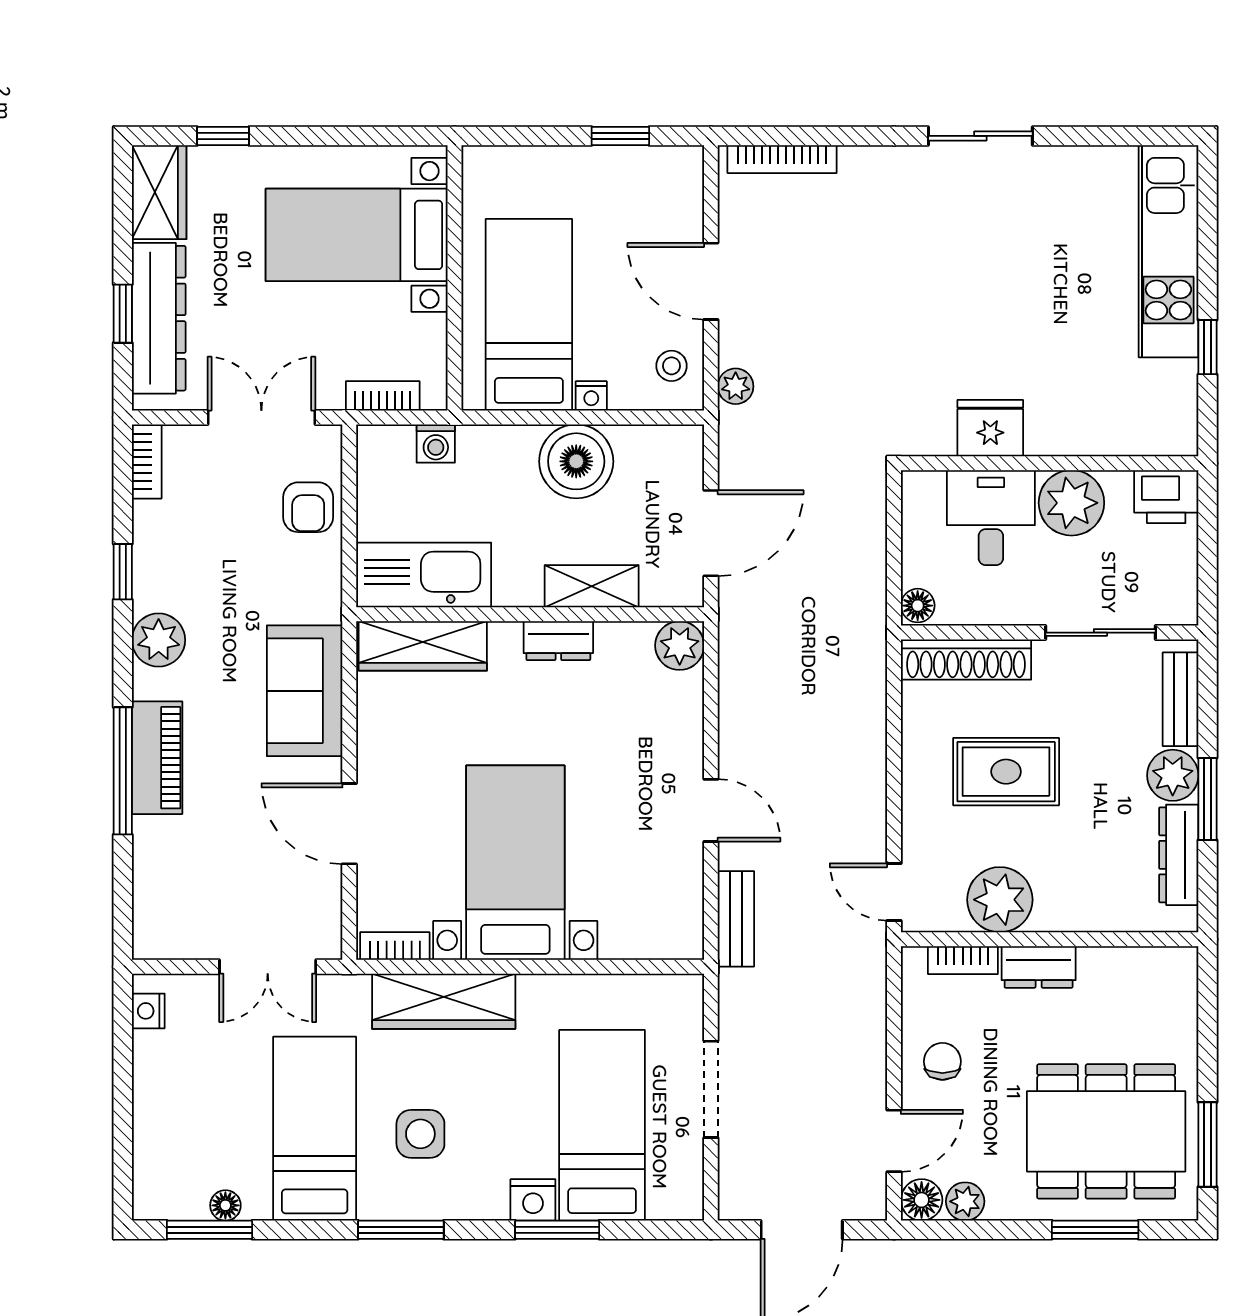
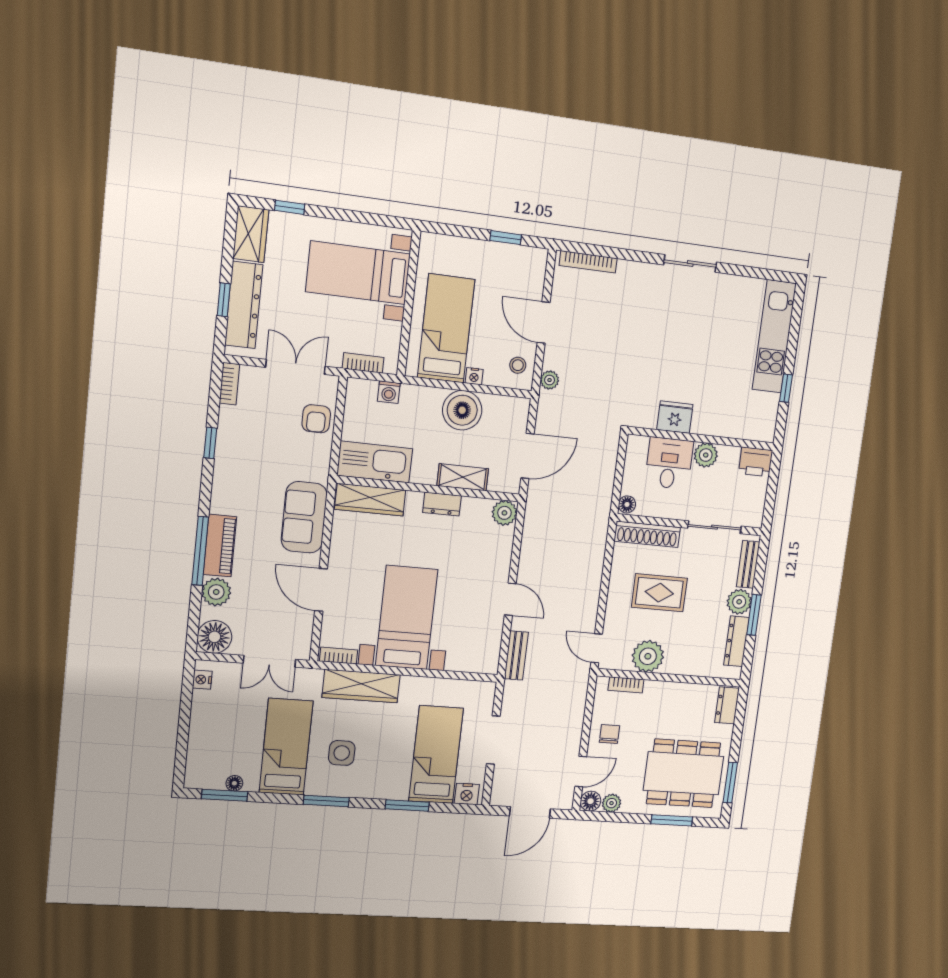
plant: (1071, 503) -> (706, 455), width x0.73, depth x0.73
plant: (159, 640) -> (216, 592), moved
floor lamp: (163, 929) -> (214, 637), added
dresser: (1039, 967) -> (727, 705), moved, turned 90
nightstand: (533, 1200) -> (467, 794), moved

